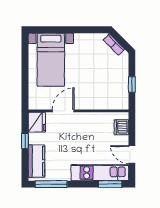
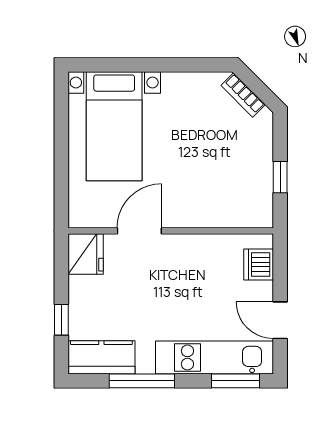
window: (25, 141) -> (61, 320), moved
kitchen counter: (36, 161) -> (101, 357), moved, turned -90
window: (51, 184) -> (142, 381), moved

